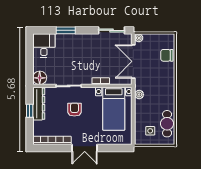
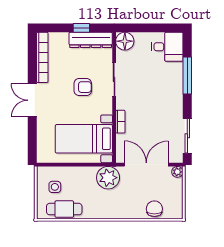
window: (66, 30) -> (187, 76), width x1.44
plant: (139, 95) -> (108, 178), width x1.87, depth x1.87

